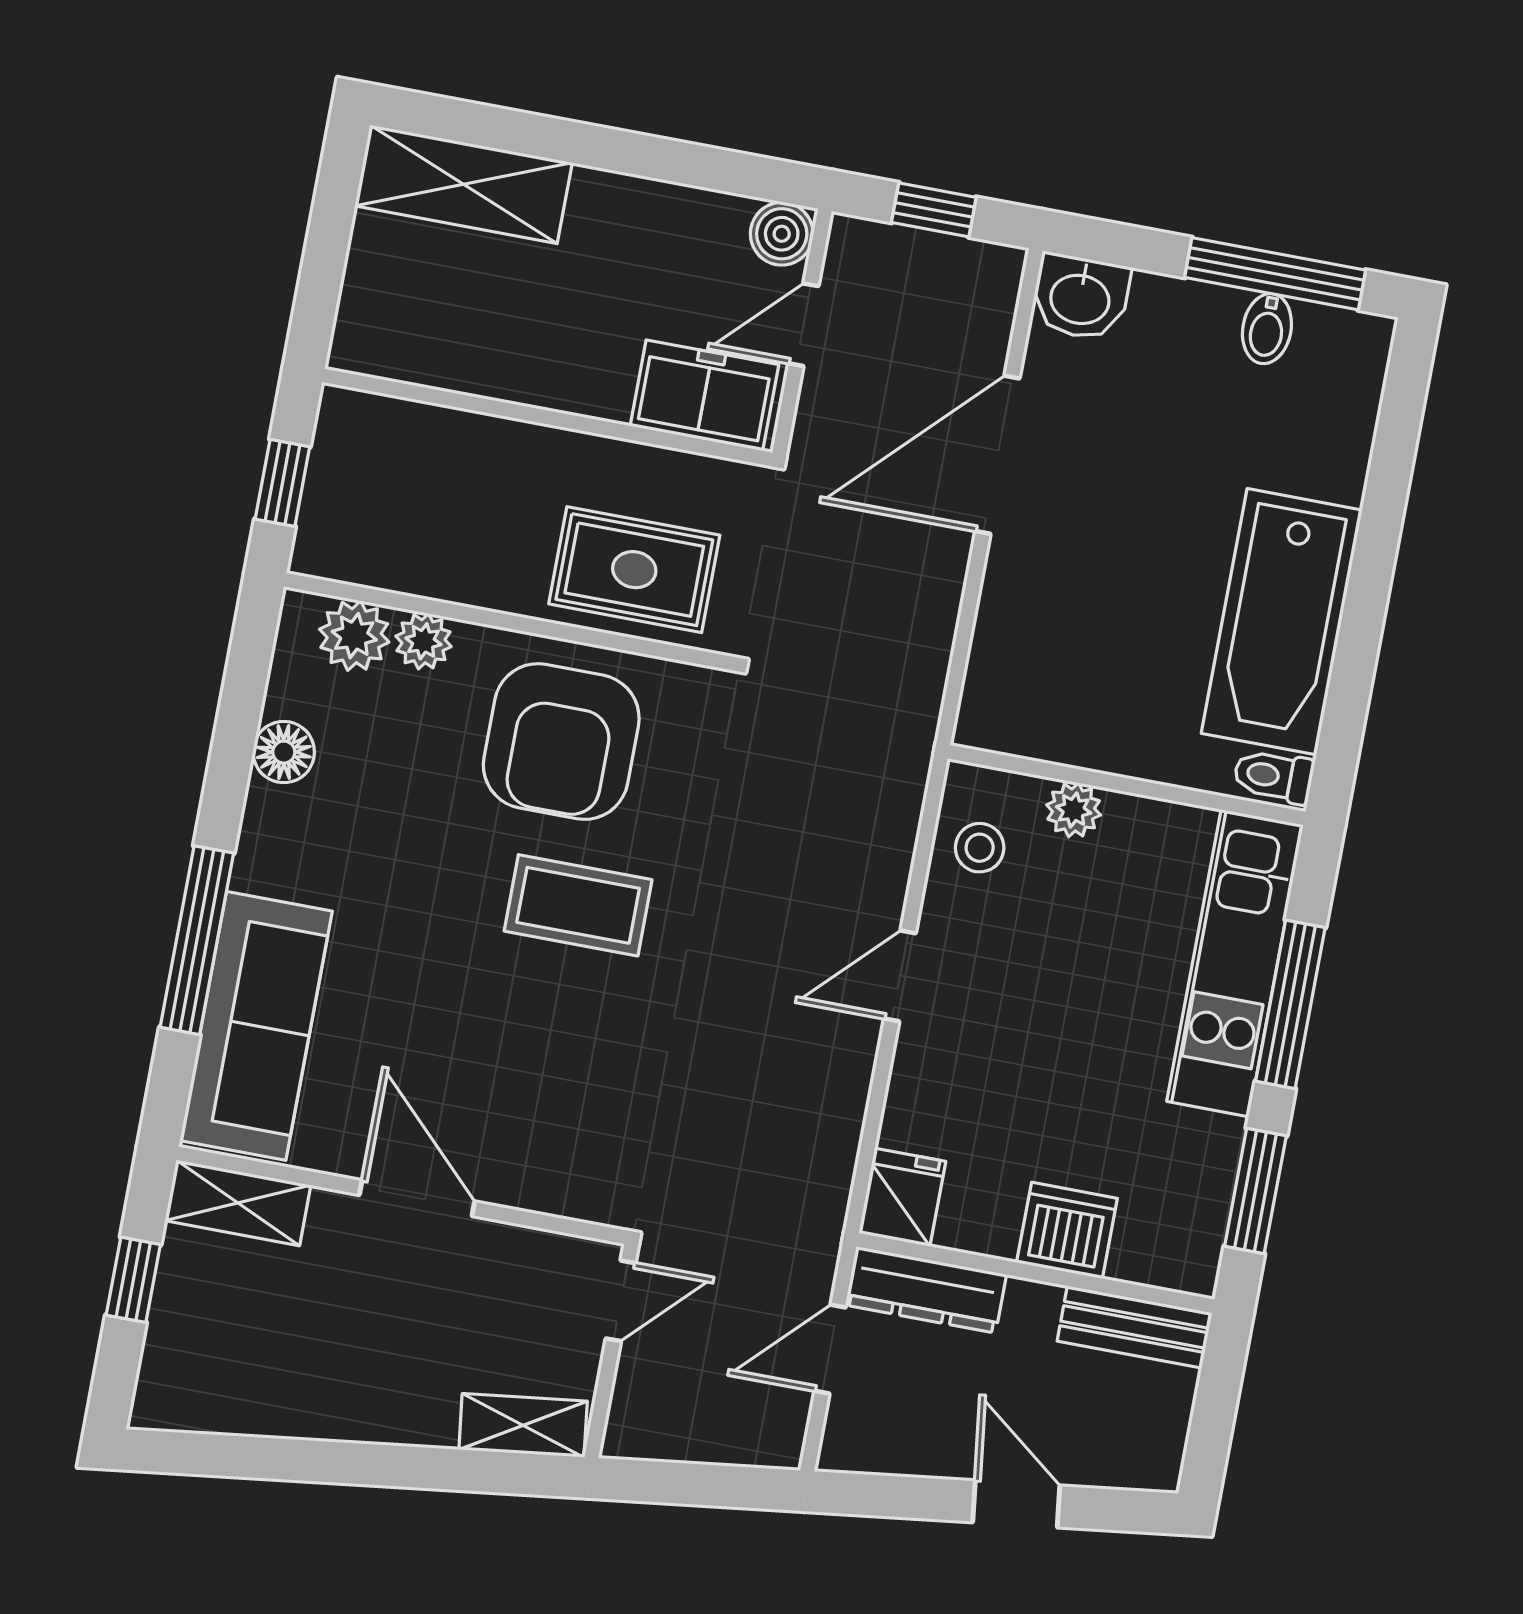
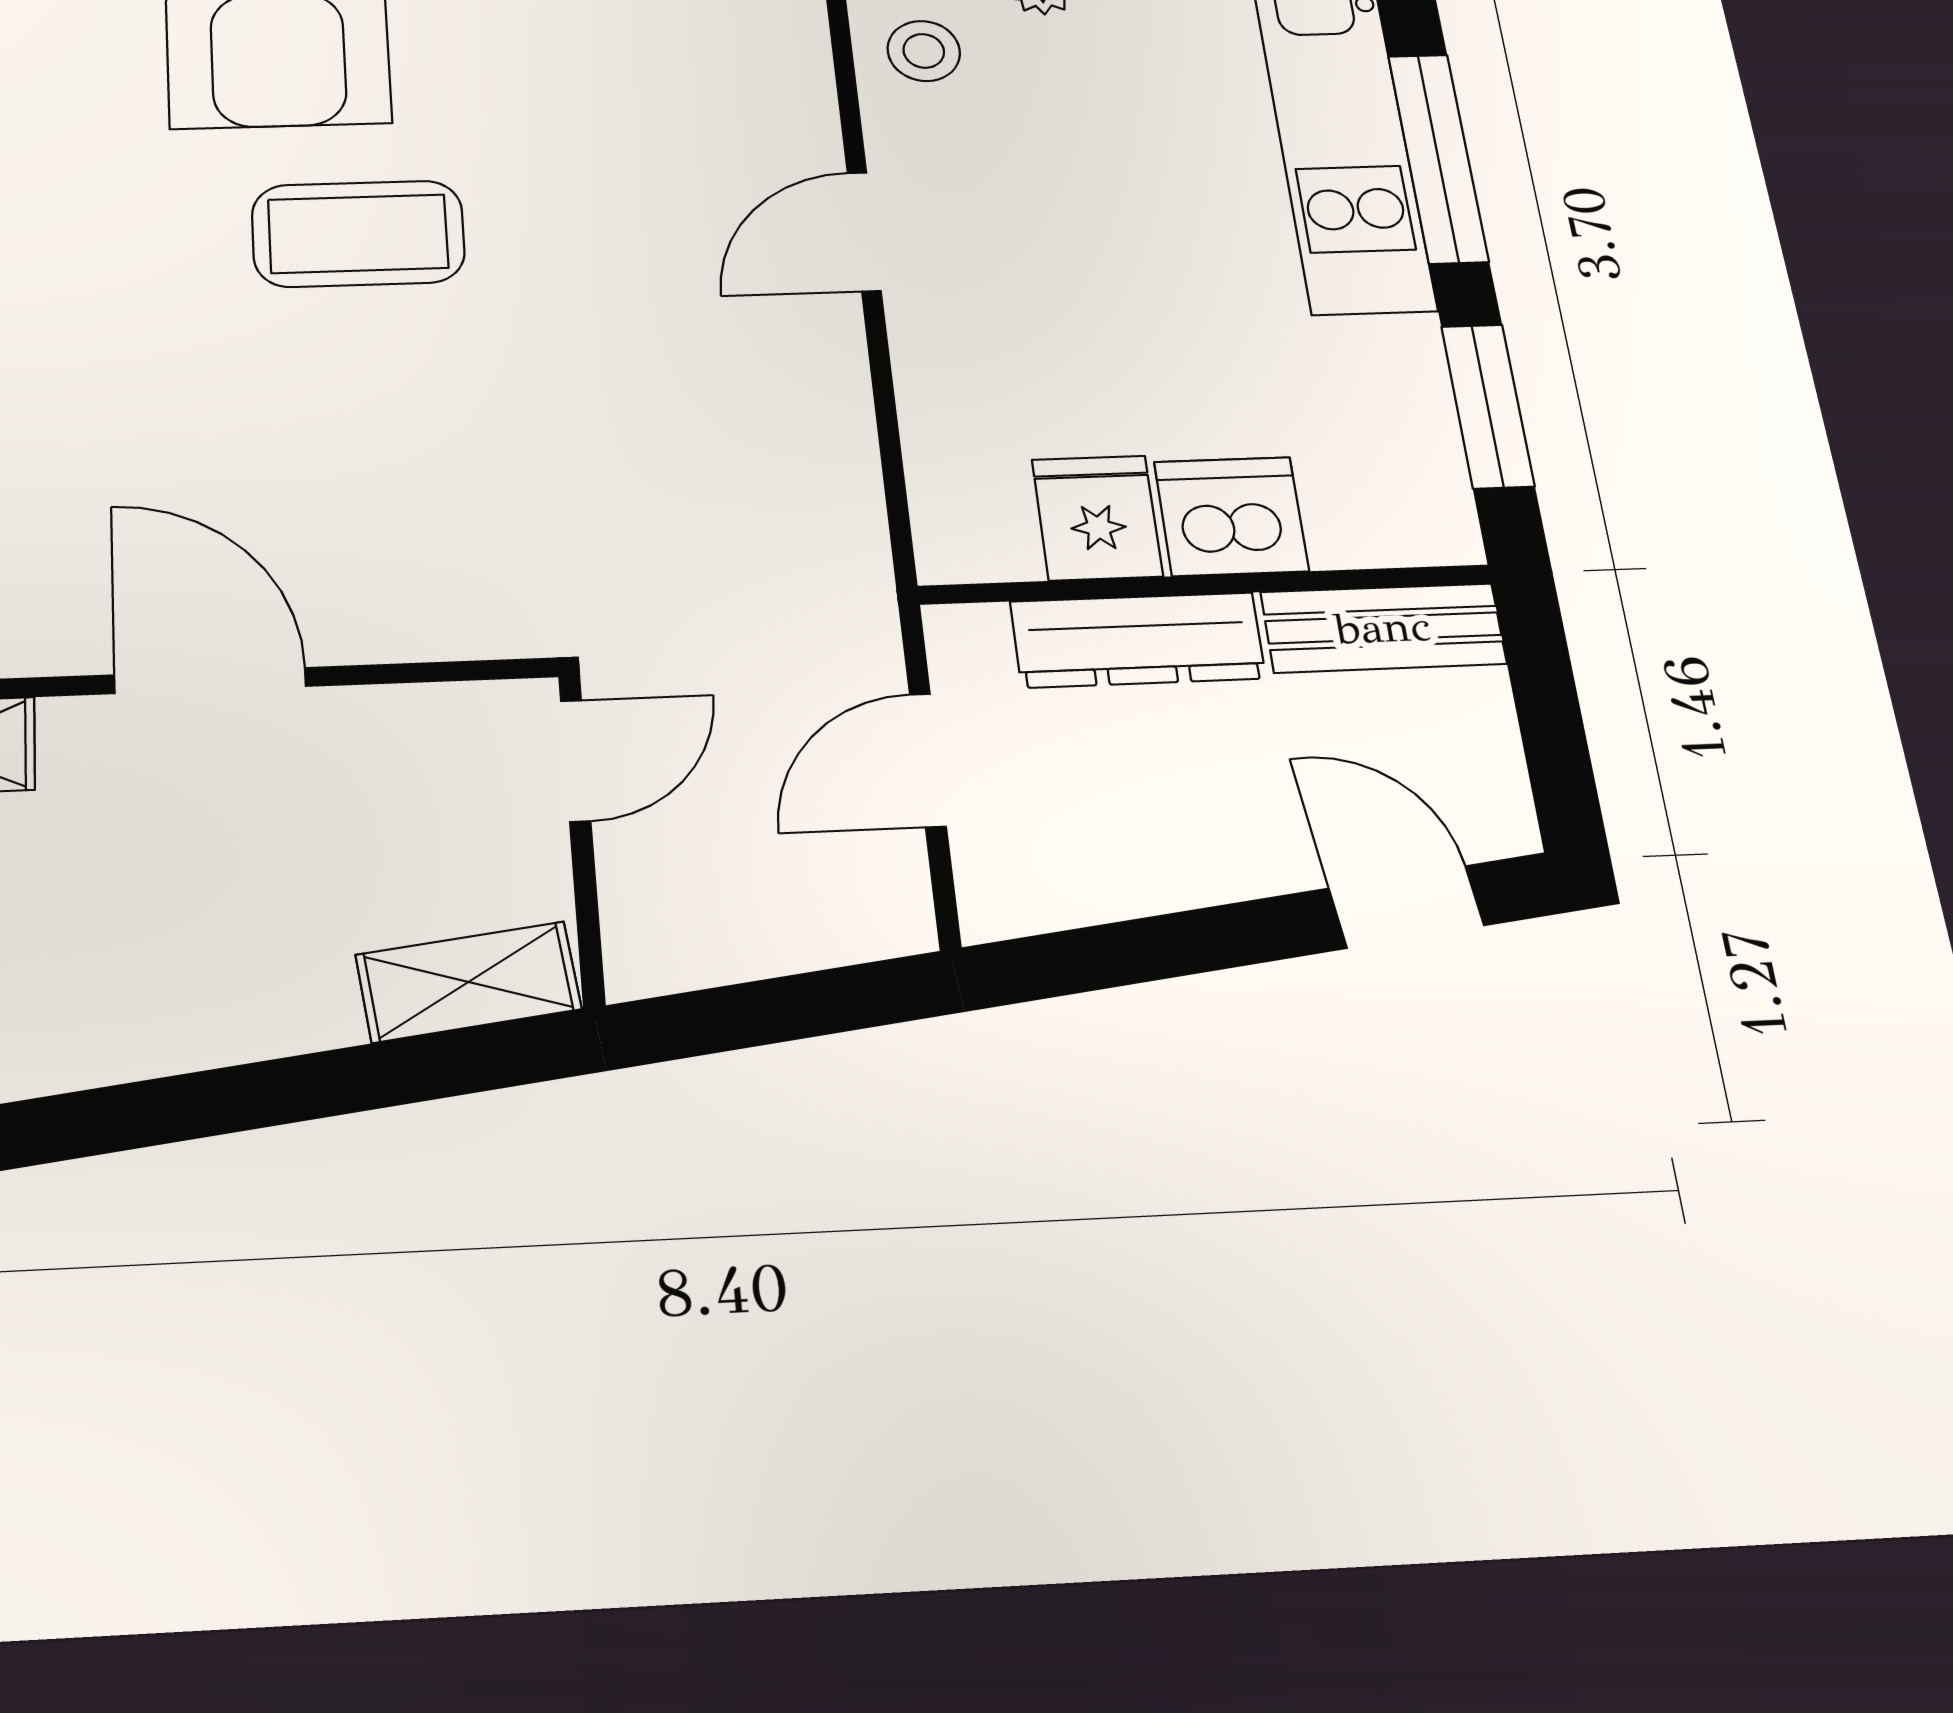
fridge: (902, 1197) -> (1097, 518), moved
dresser: (926, 1290) -> (1138, 640), moved
door: (1016, 1504) -> (1406, 907), moved

